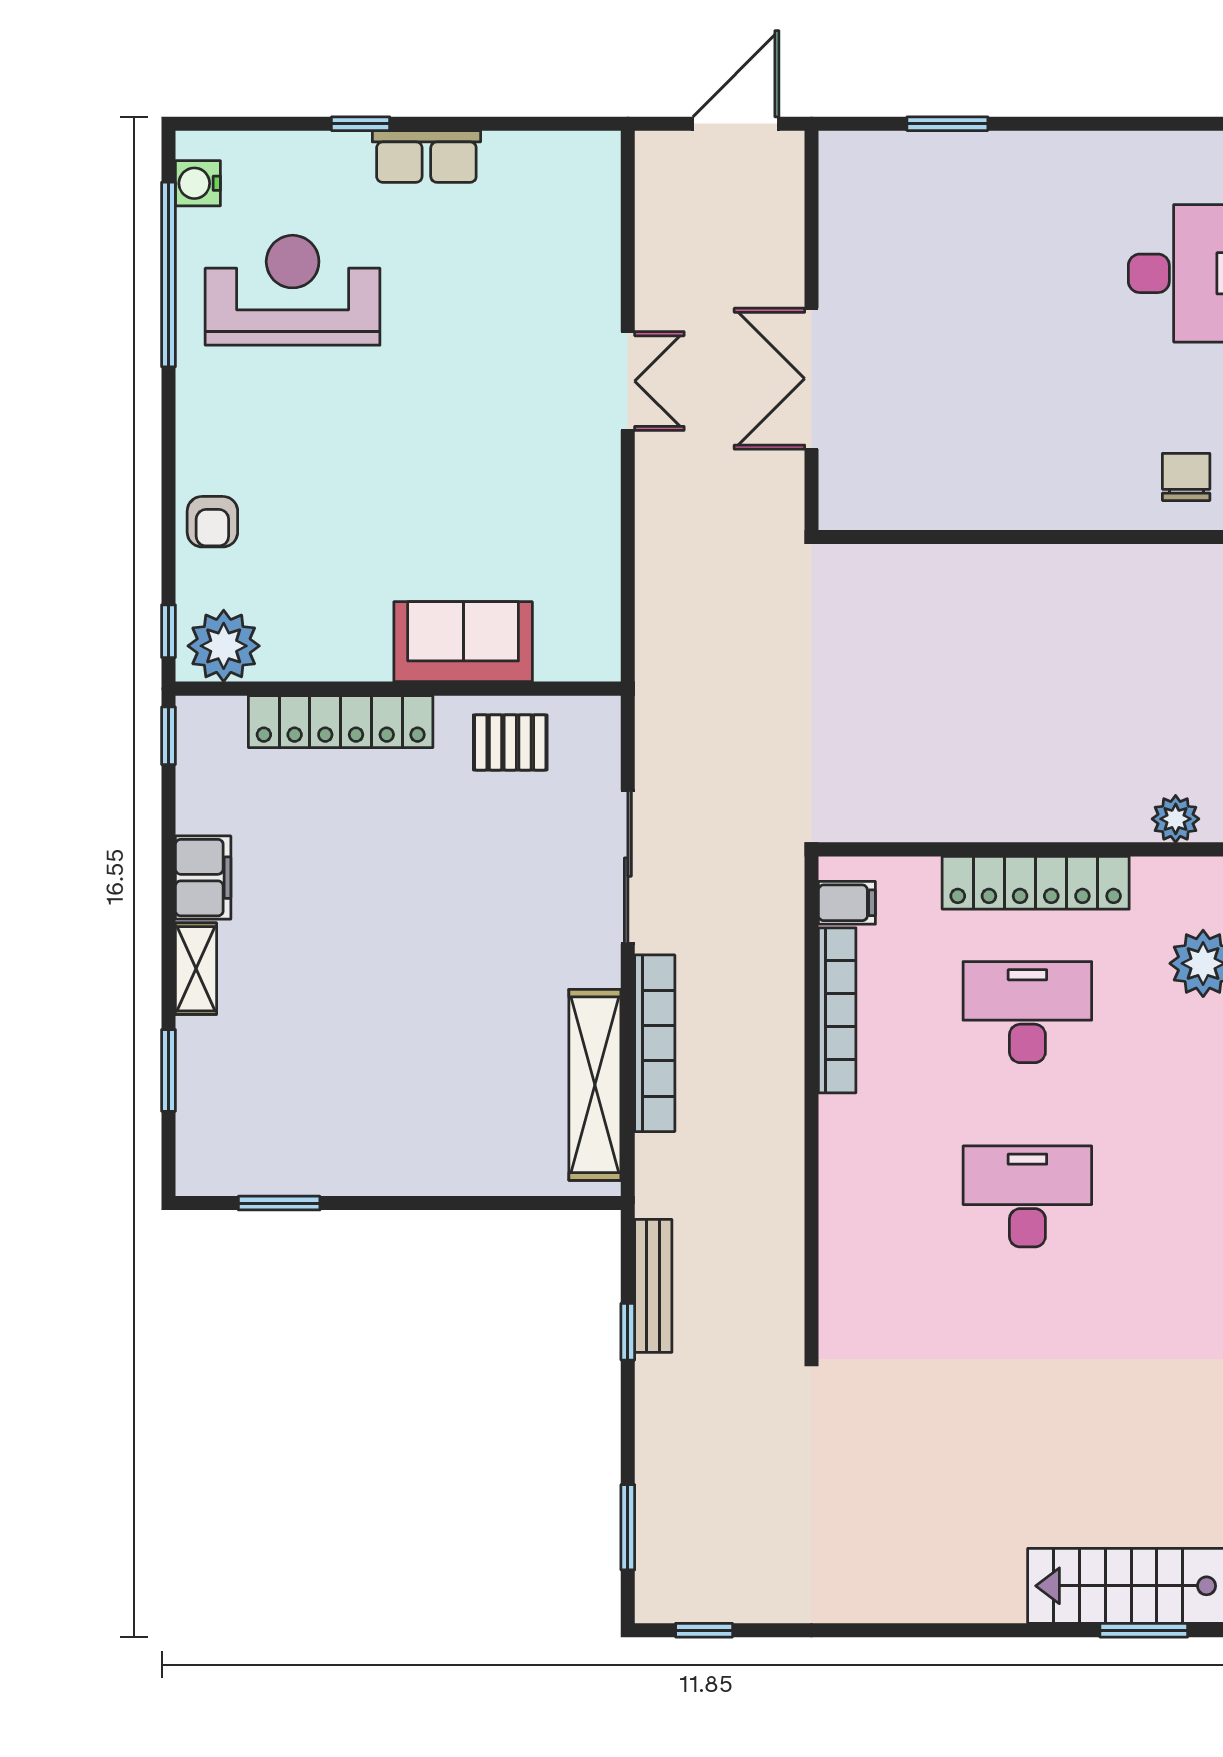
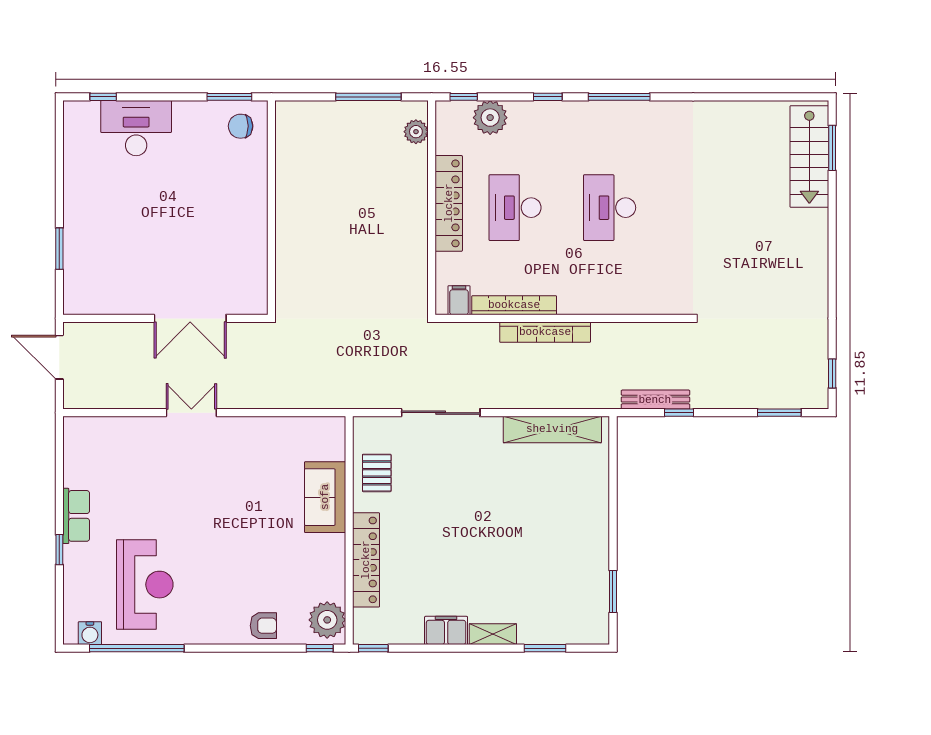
reception desk: (293, 290) -> (145, 585), turned 180
bookcase: (655, 1043) -> (545, 332), moved, turned 180

